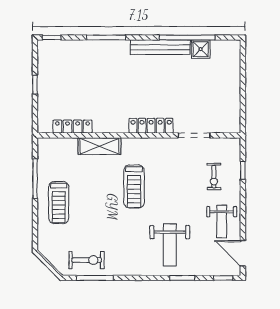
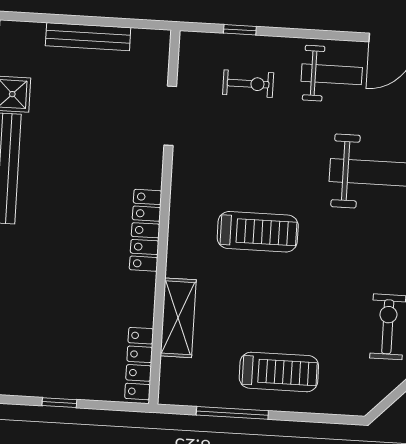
bench: (234, 88) -> (88, 37), added
locker: (151, 126) -> (146, 230), moved
locker: (73, 127) -> (139, 364), moved
shelving: (99, 146) -> (178, 318), moved

